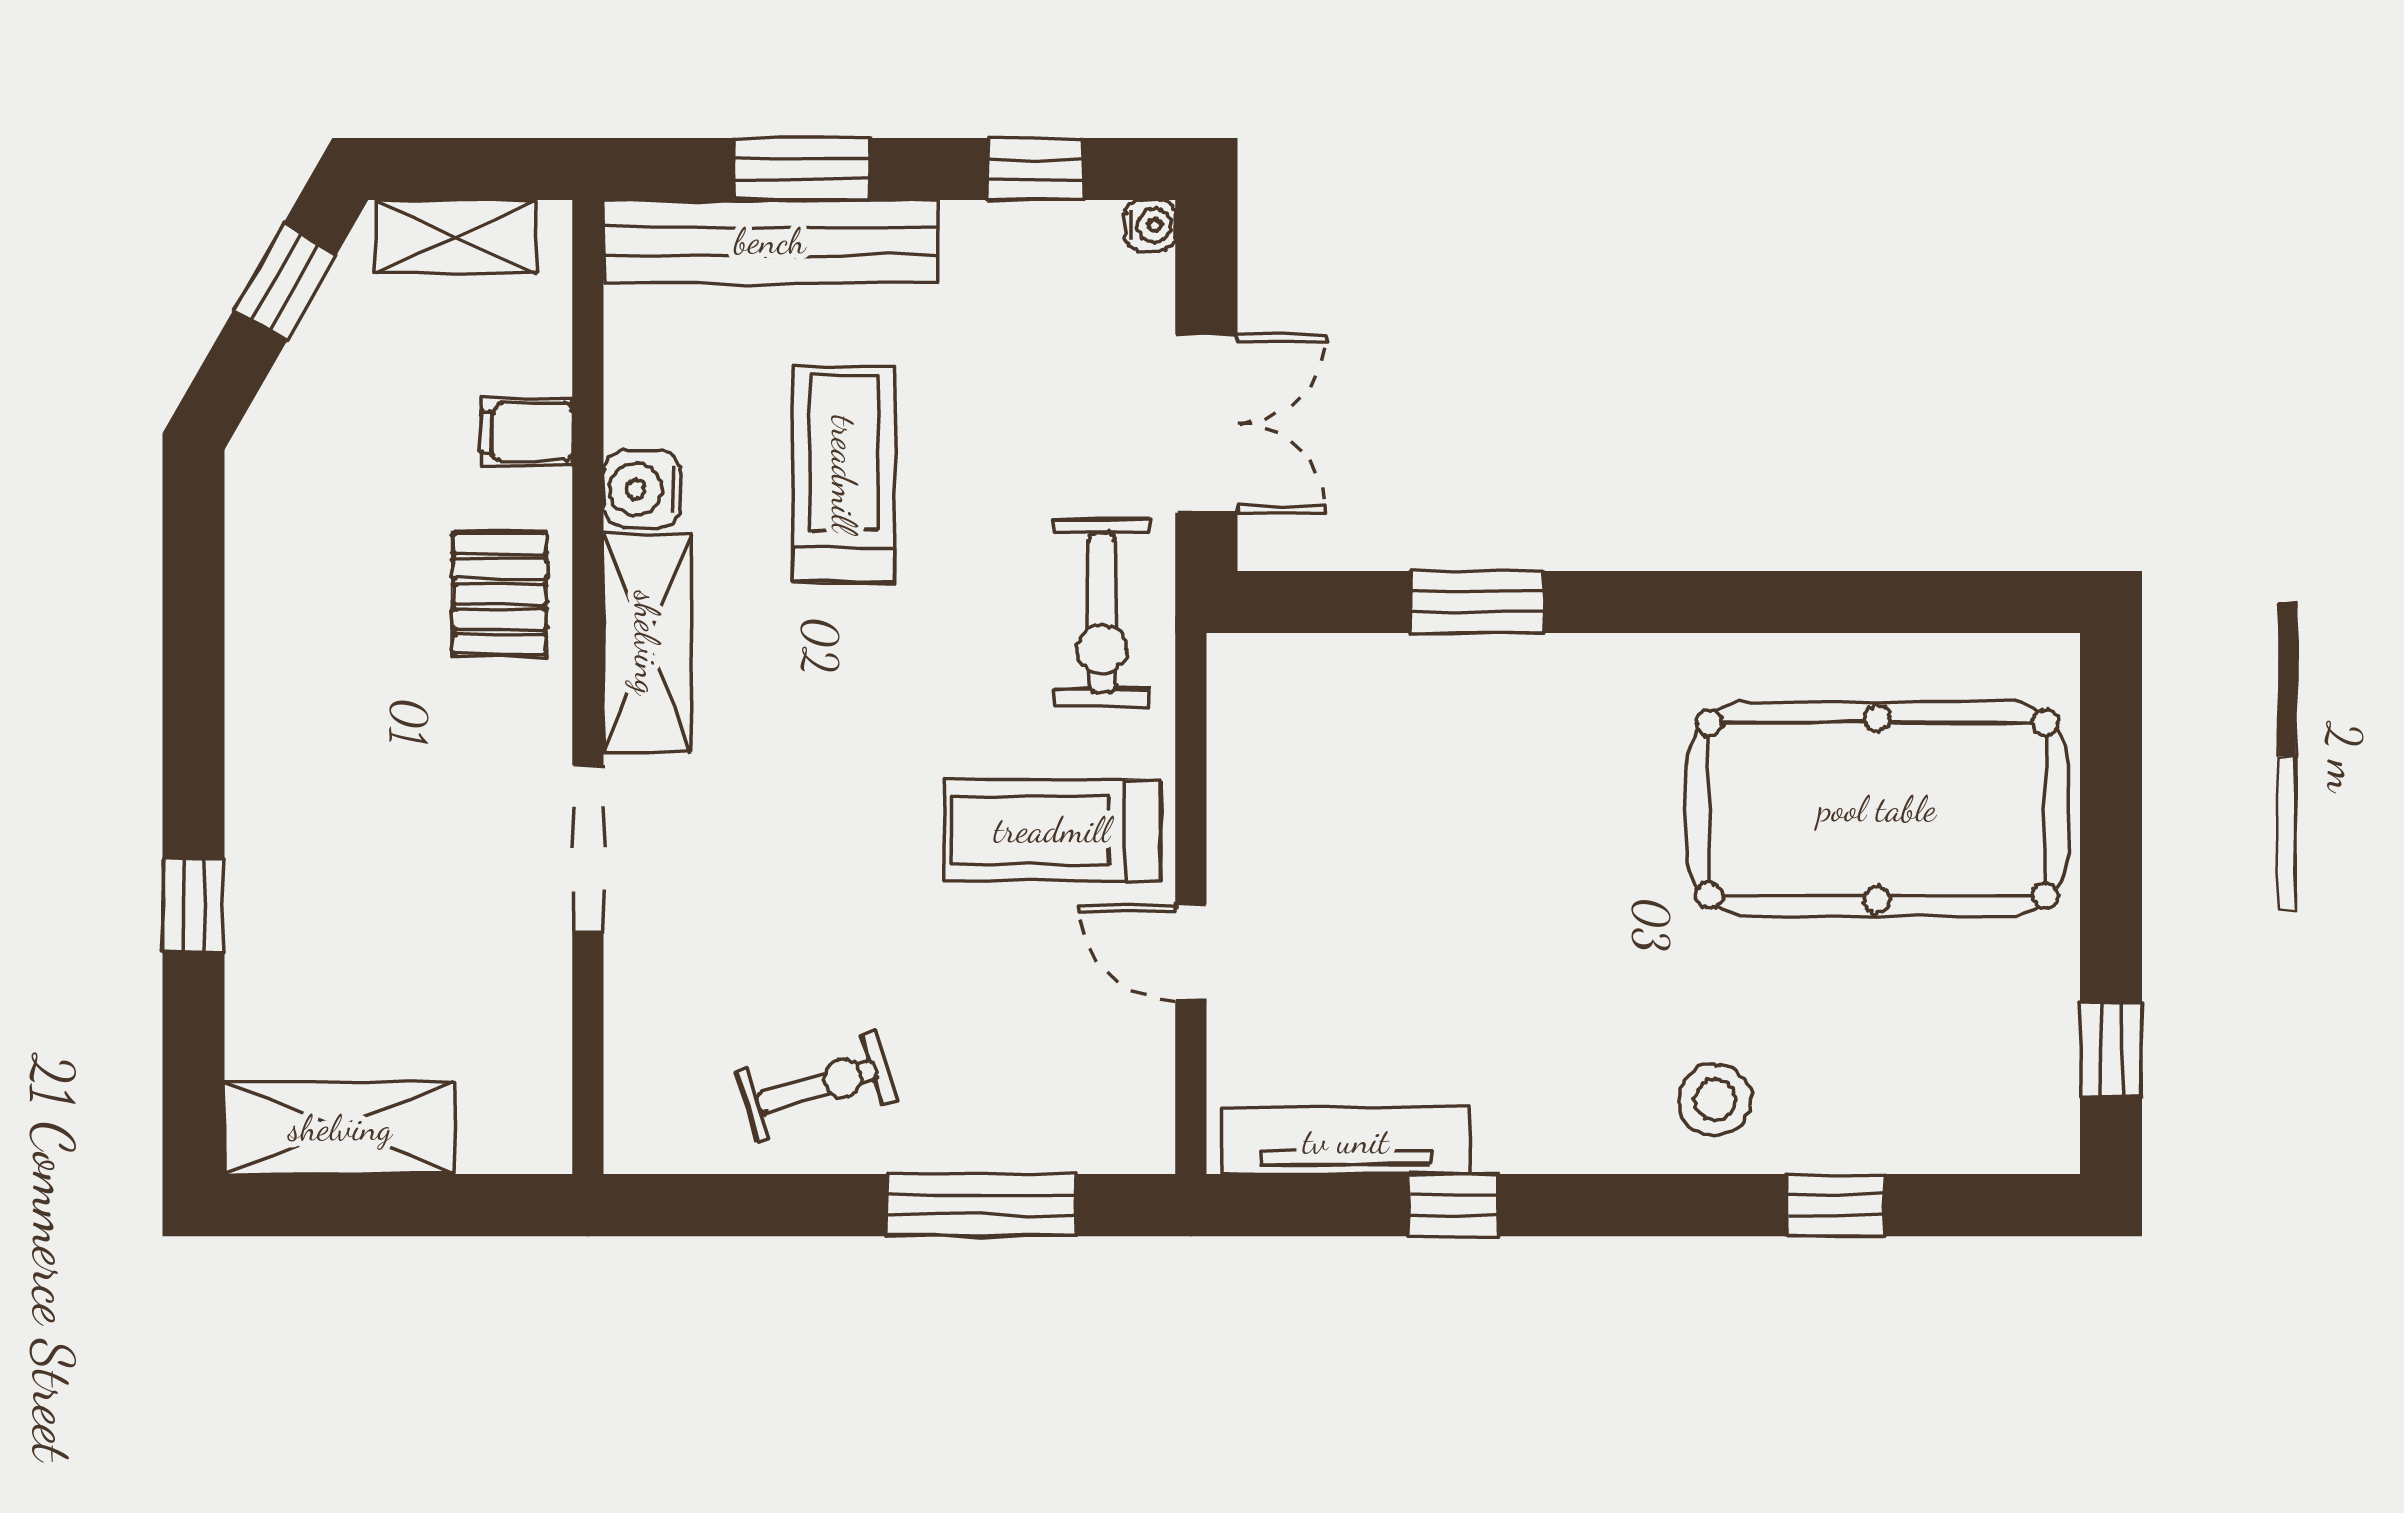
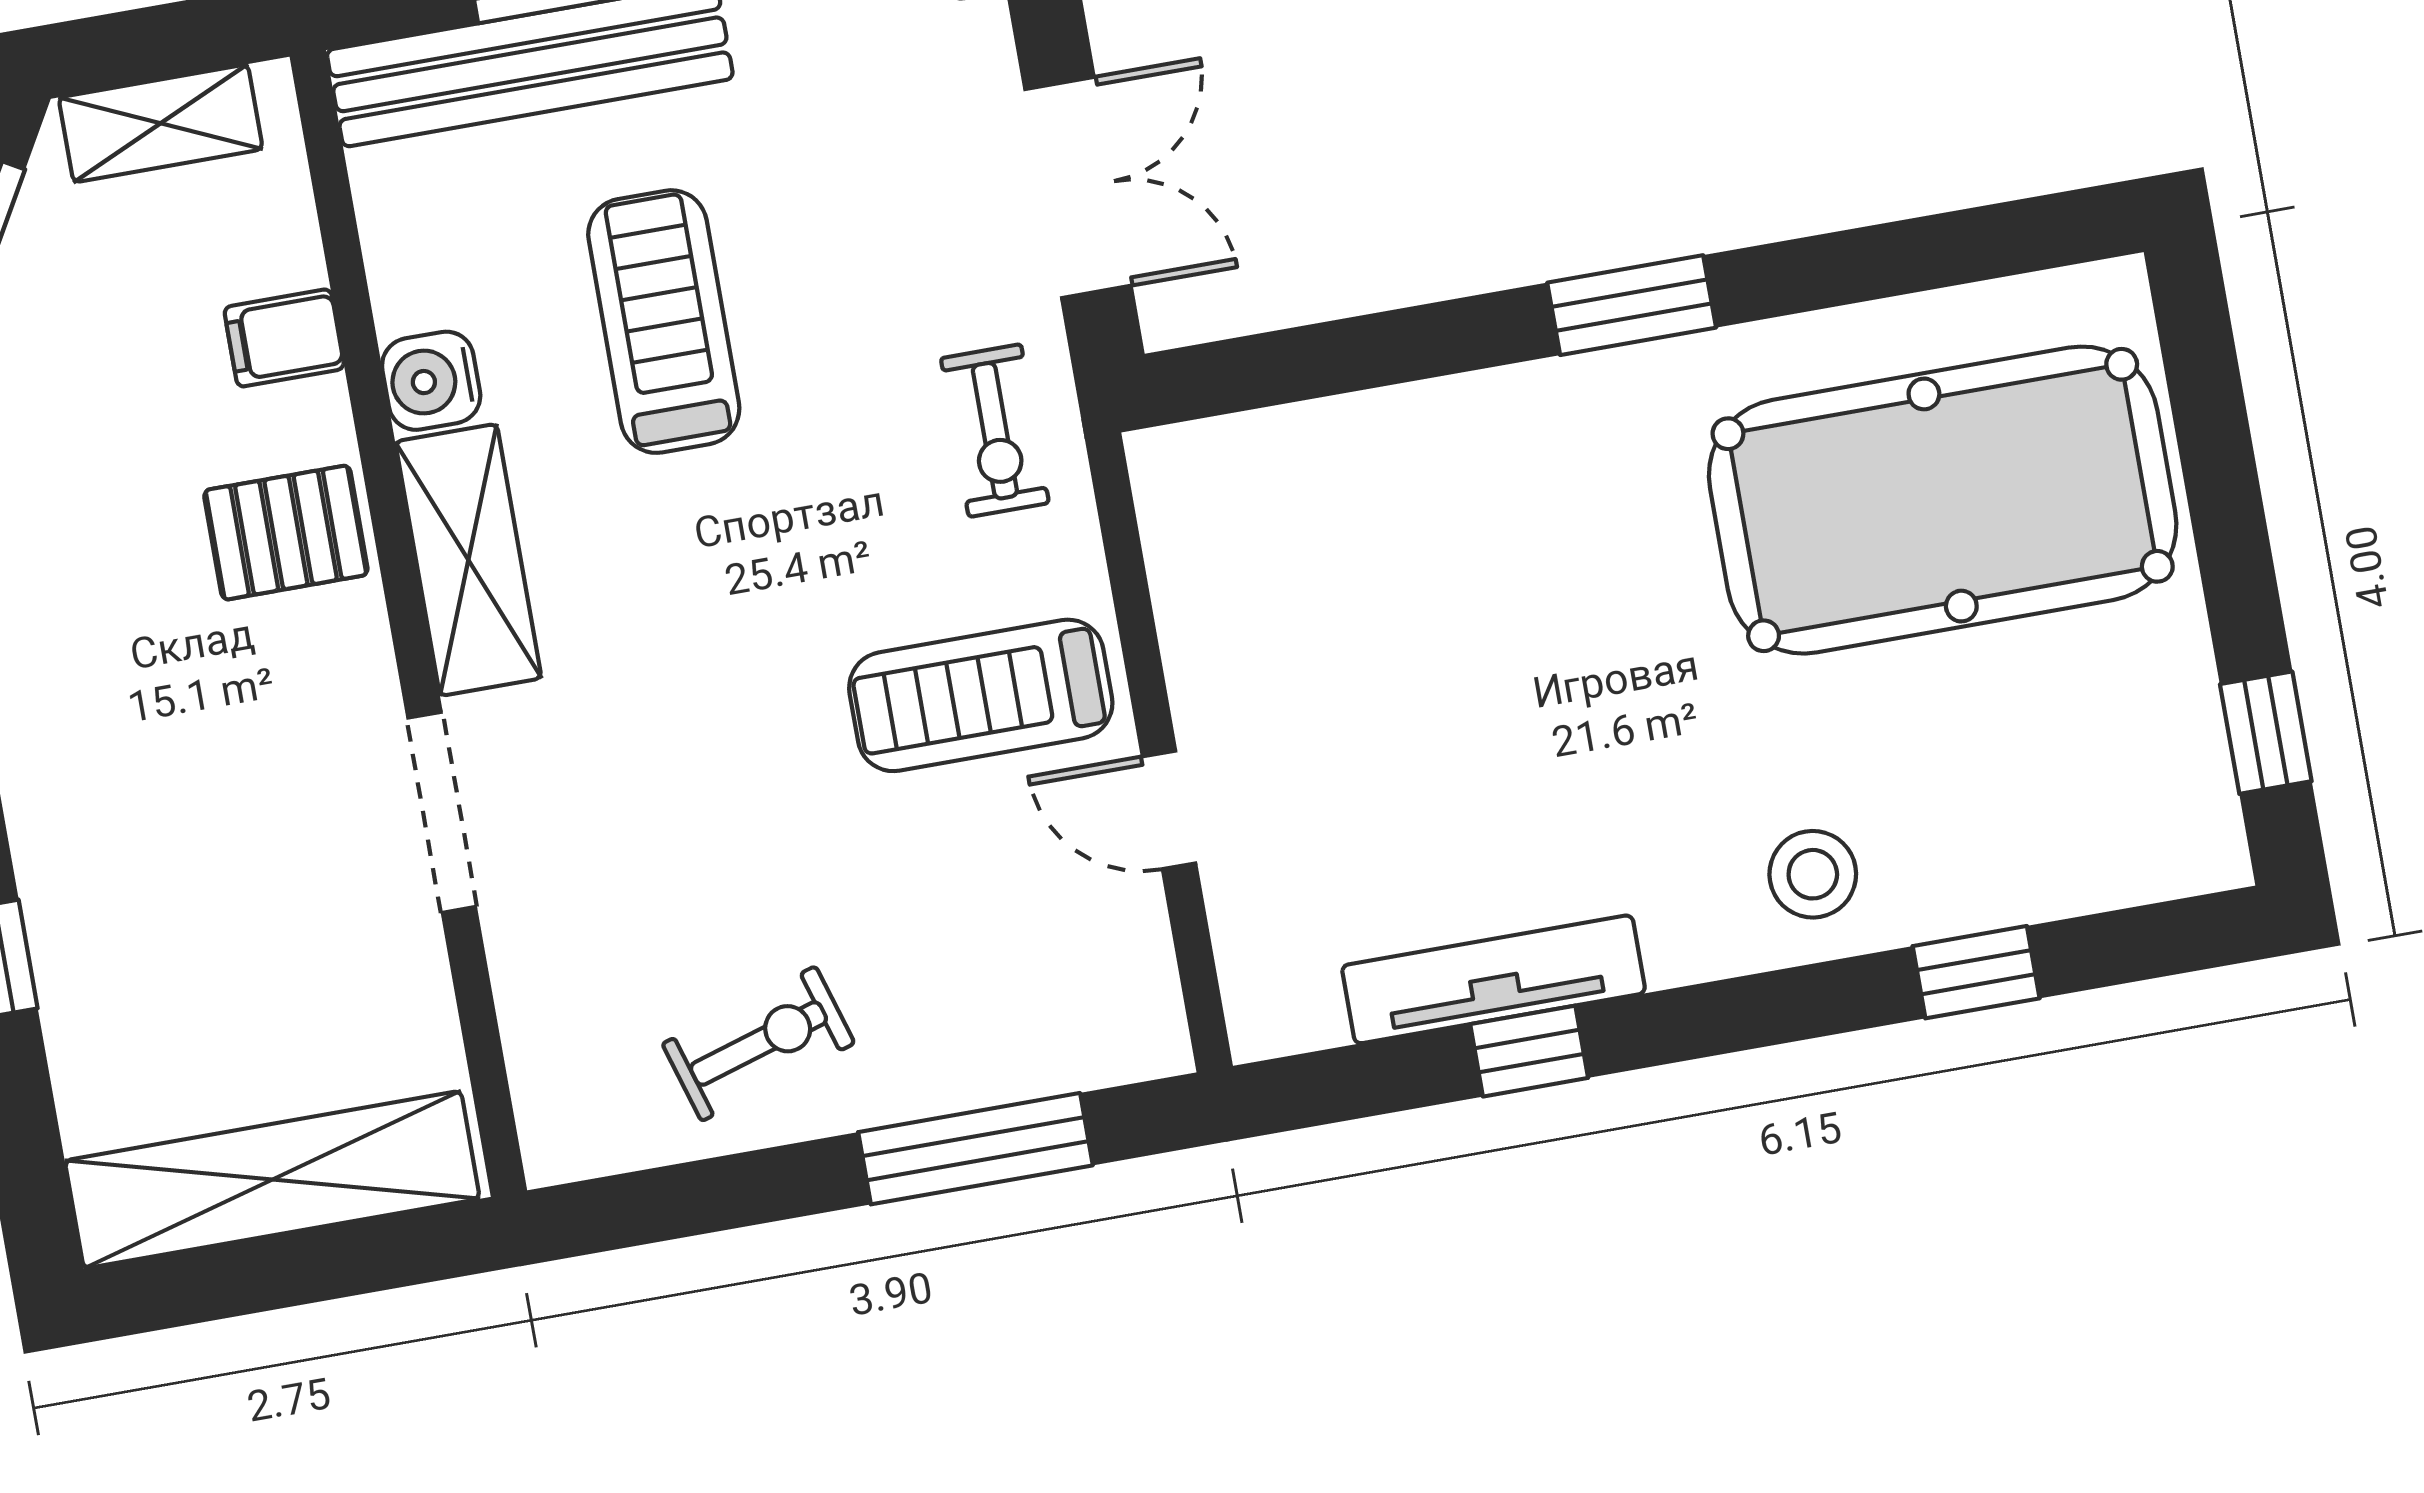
pallet: (500, 594) -> (286, 533), turned 90
window: (1477, 602) -> (1632, 305), moved
exercise bike: (1102, 613) -> (995, 431), width x0.73, depth x0.72
shelving: (340, 1128) -> (272, 1180), width x1.47
tv unit: (1346, 1141) -> (1494, 979), moved

